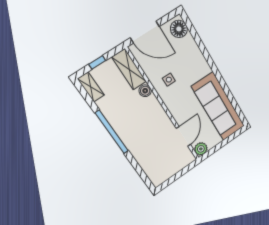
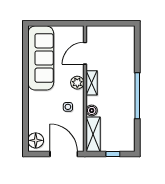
shelving: (91, 87) -> (92, 83), moved
plant: (201, 149) -> (77, 83), moved

